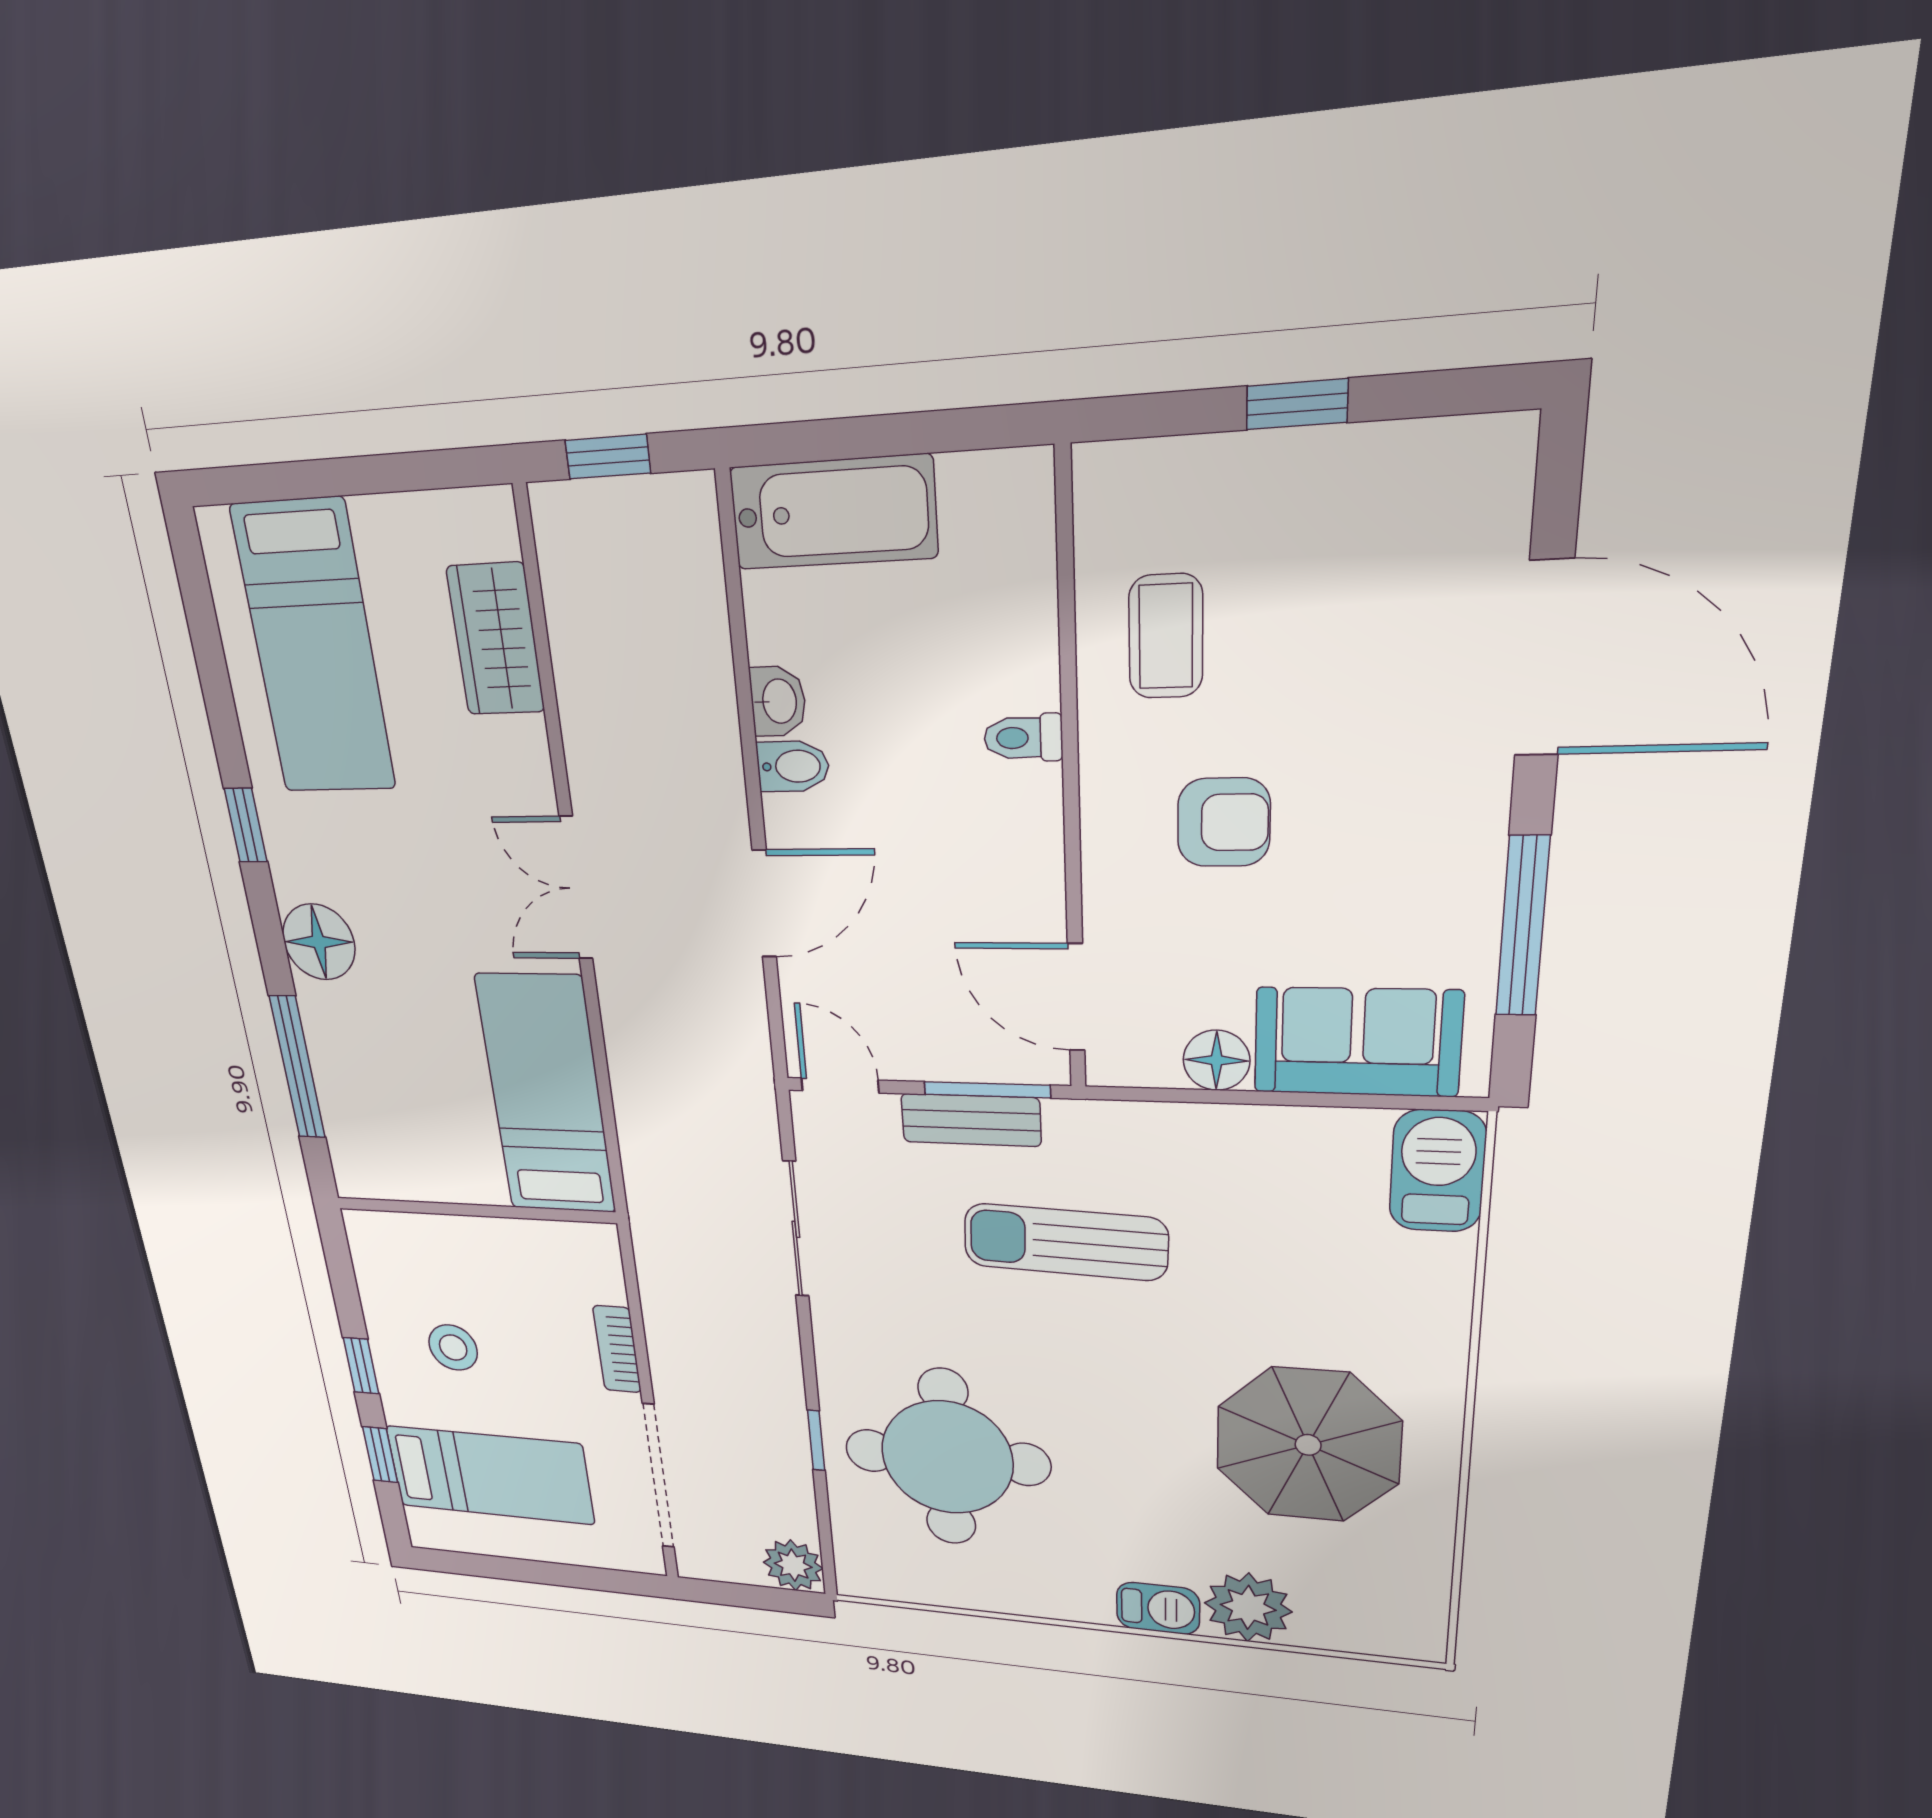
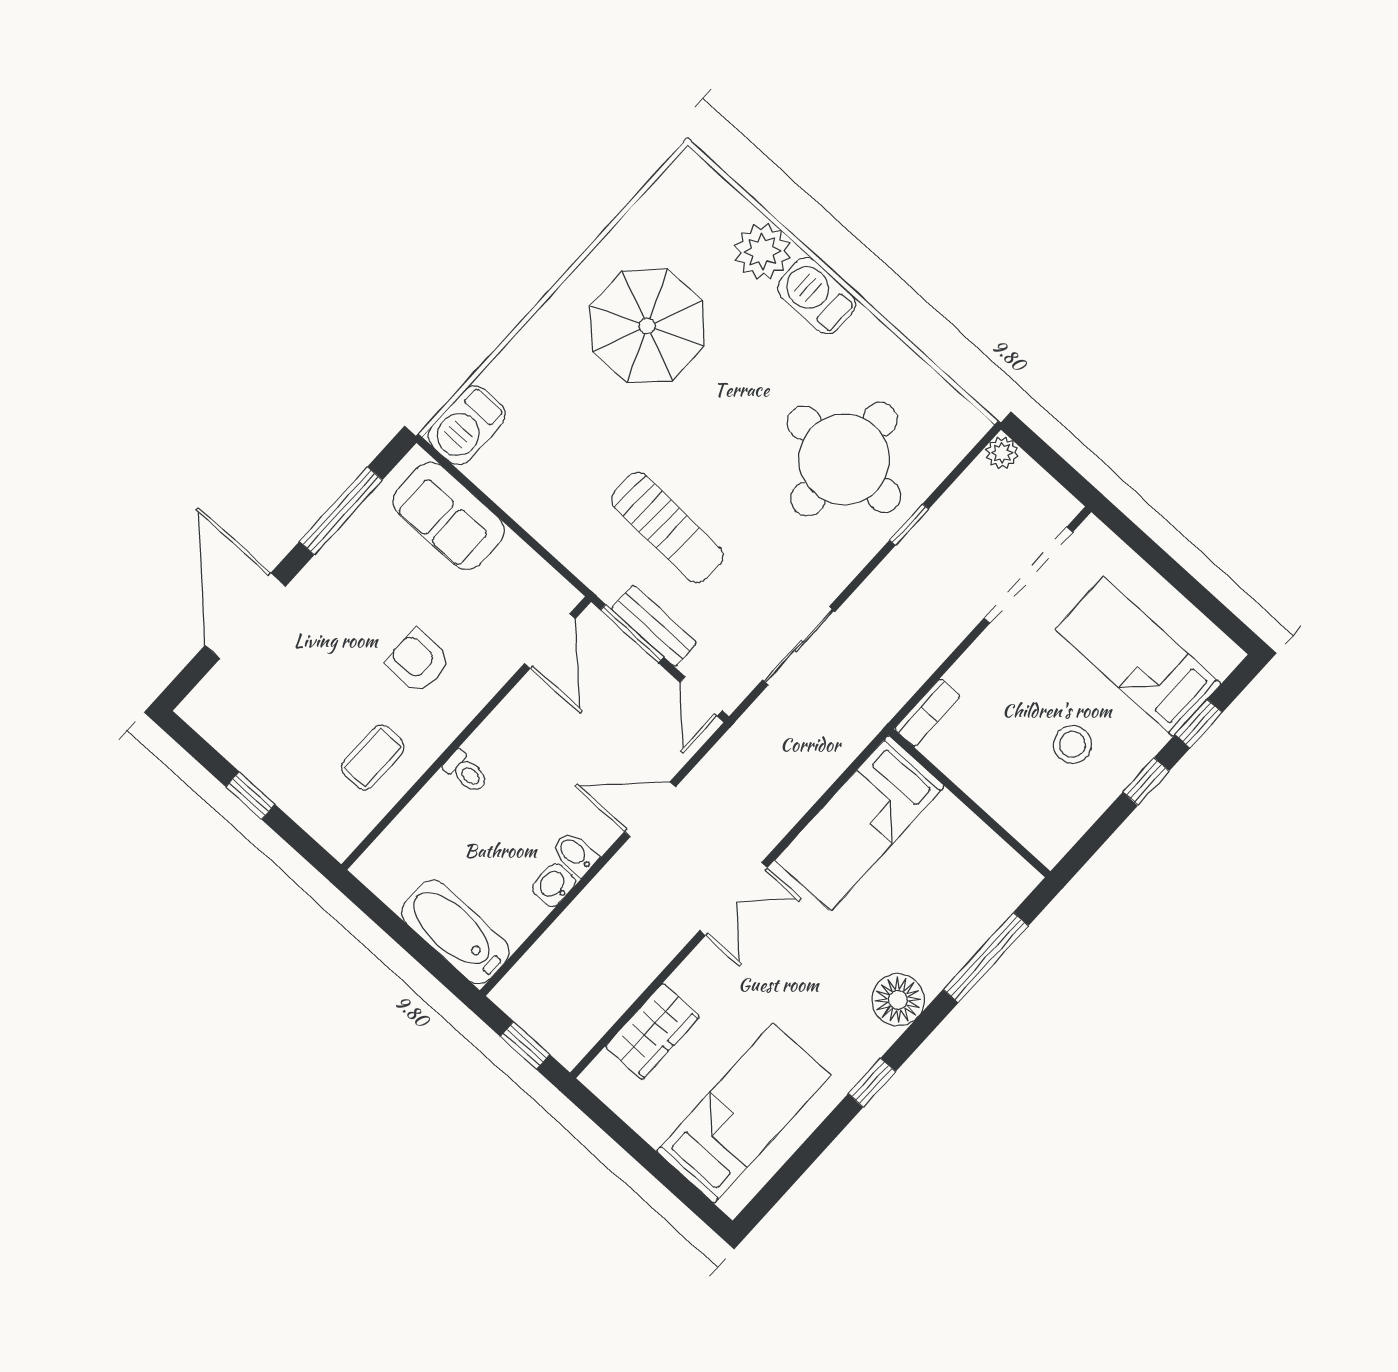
floor lamp: (1216, 1060) -> (515, 559), removed
bookcase: (617, 1349) -> (927, 713), moved
plant: (793, 1565) -> (1002, 453), width x0.73, depth x0.73
barbecue: (1158, 1608) -> (817, 296), width x1.38, depth x1.27

